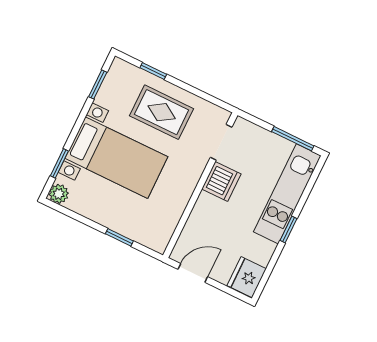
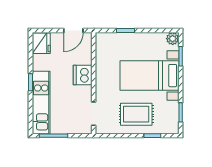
dishwasher: (221, 181) -> (83, 75), moved

